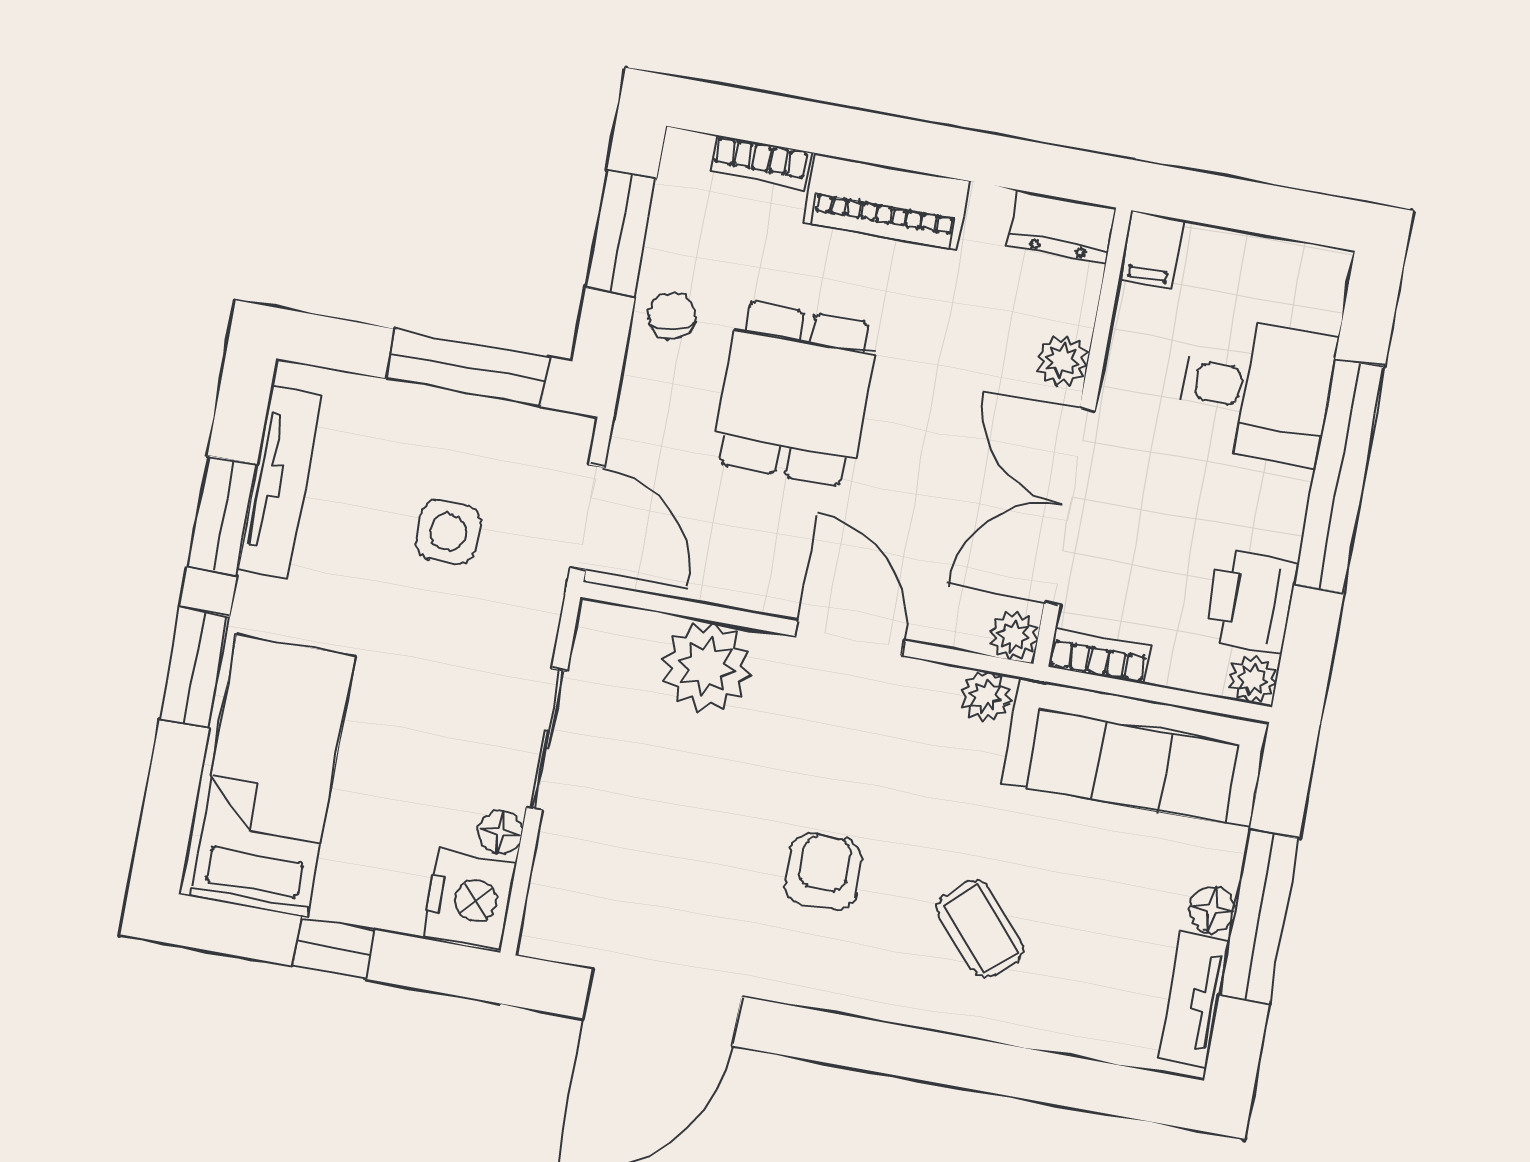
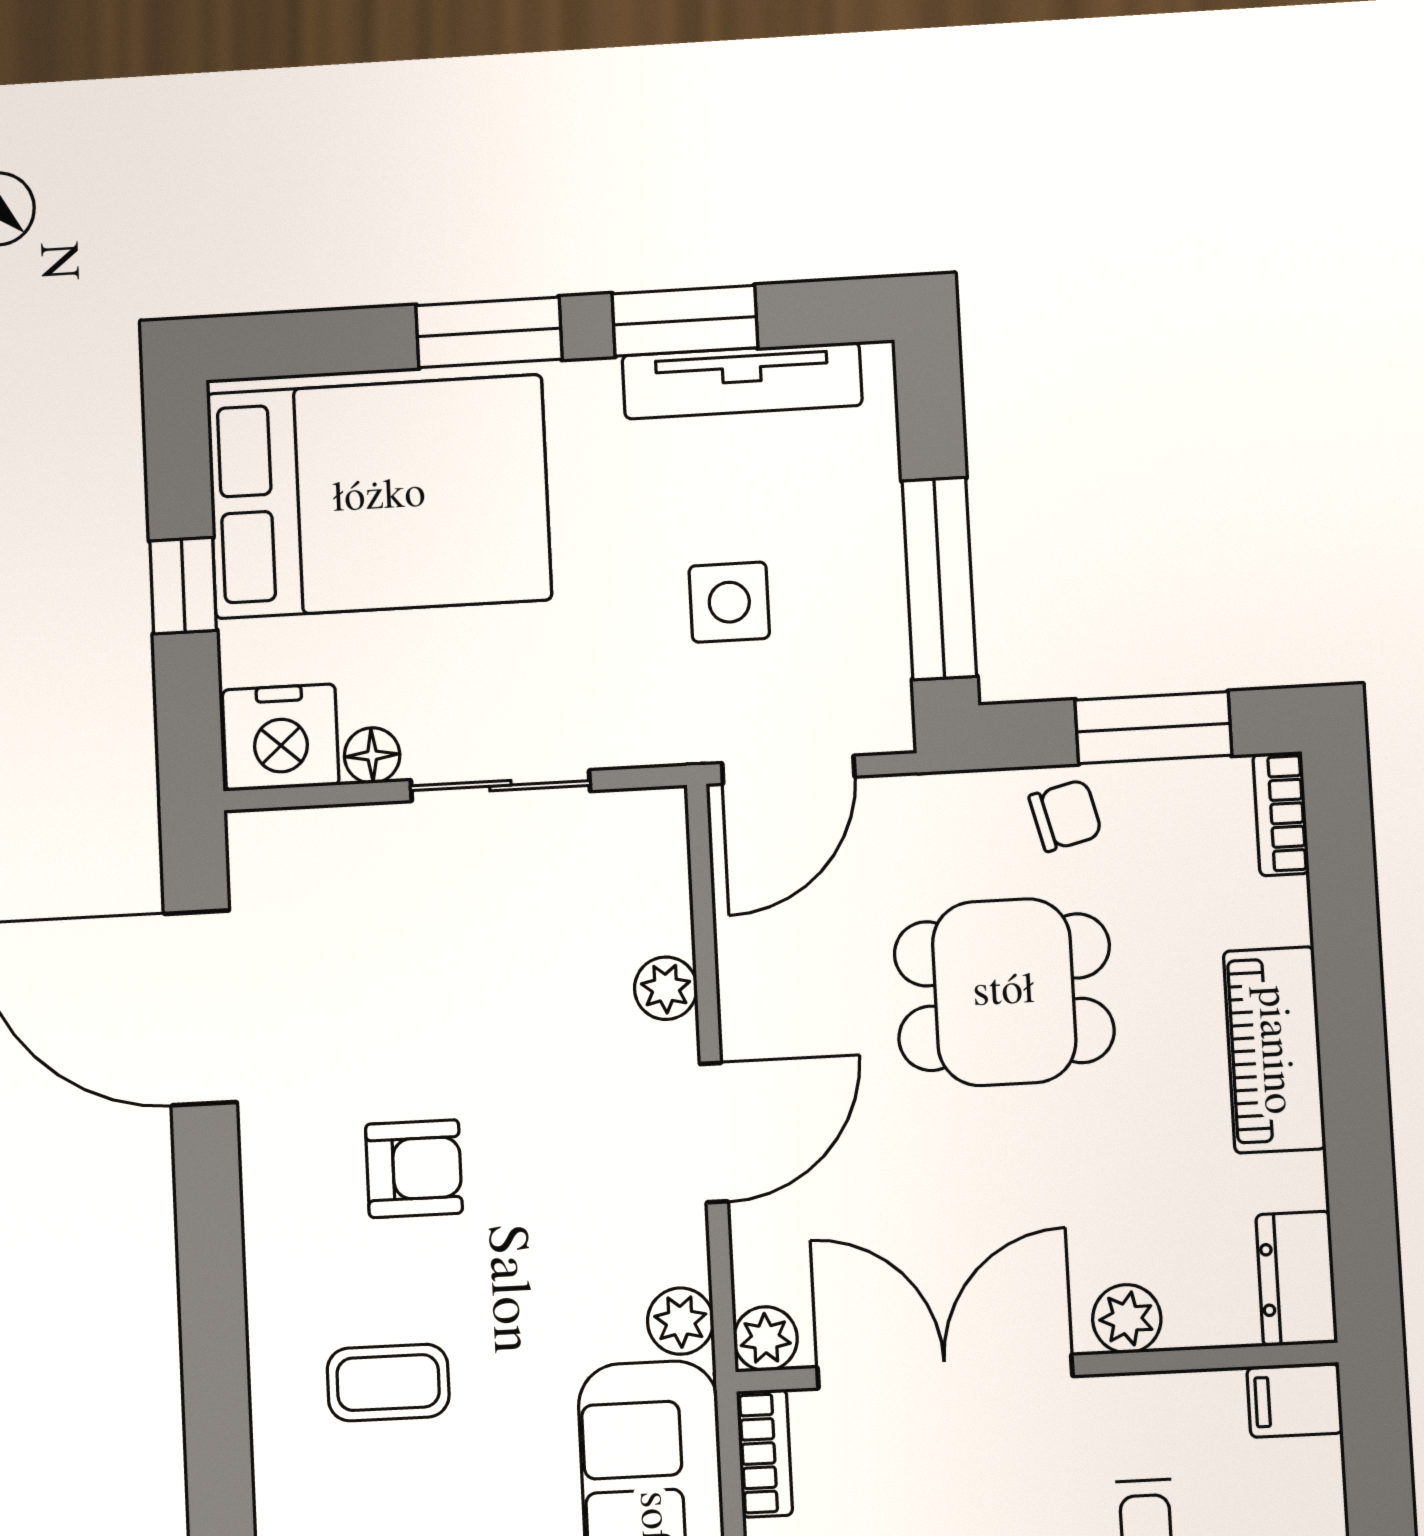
bookcase: (761, 162) -> (1281, 814), moved
plant: (707, 666) -> (666, 988), width x0.53, depth x0.53
bed: (272, 776) -> (379, 497), width x1.50
coffee table: (980, 929) -> (388, 1383), turned 42

